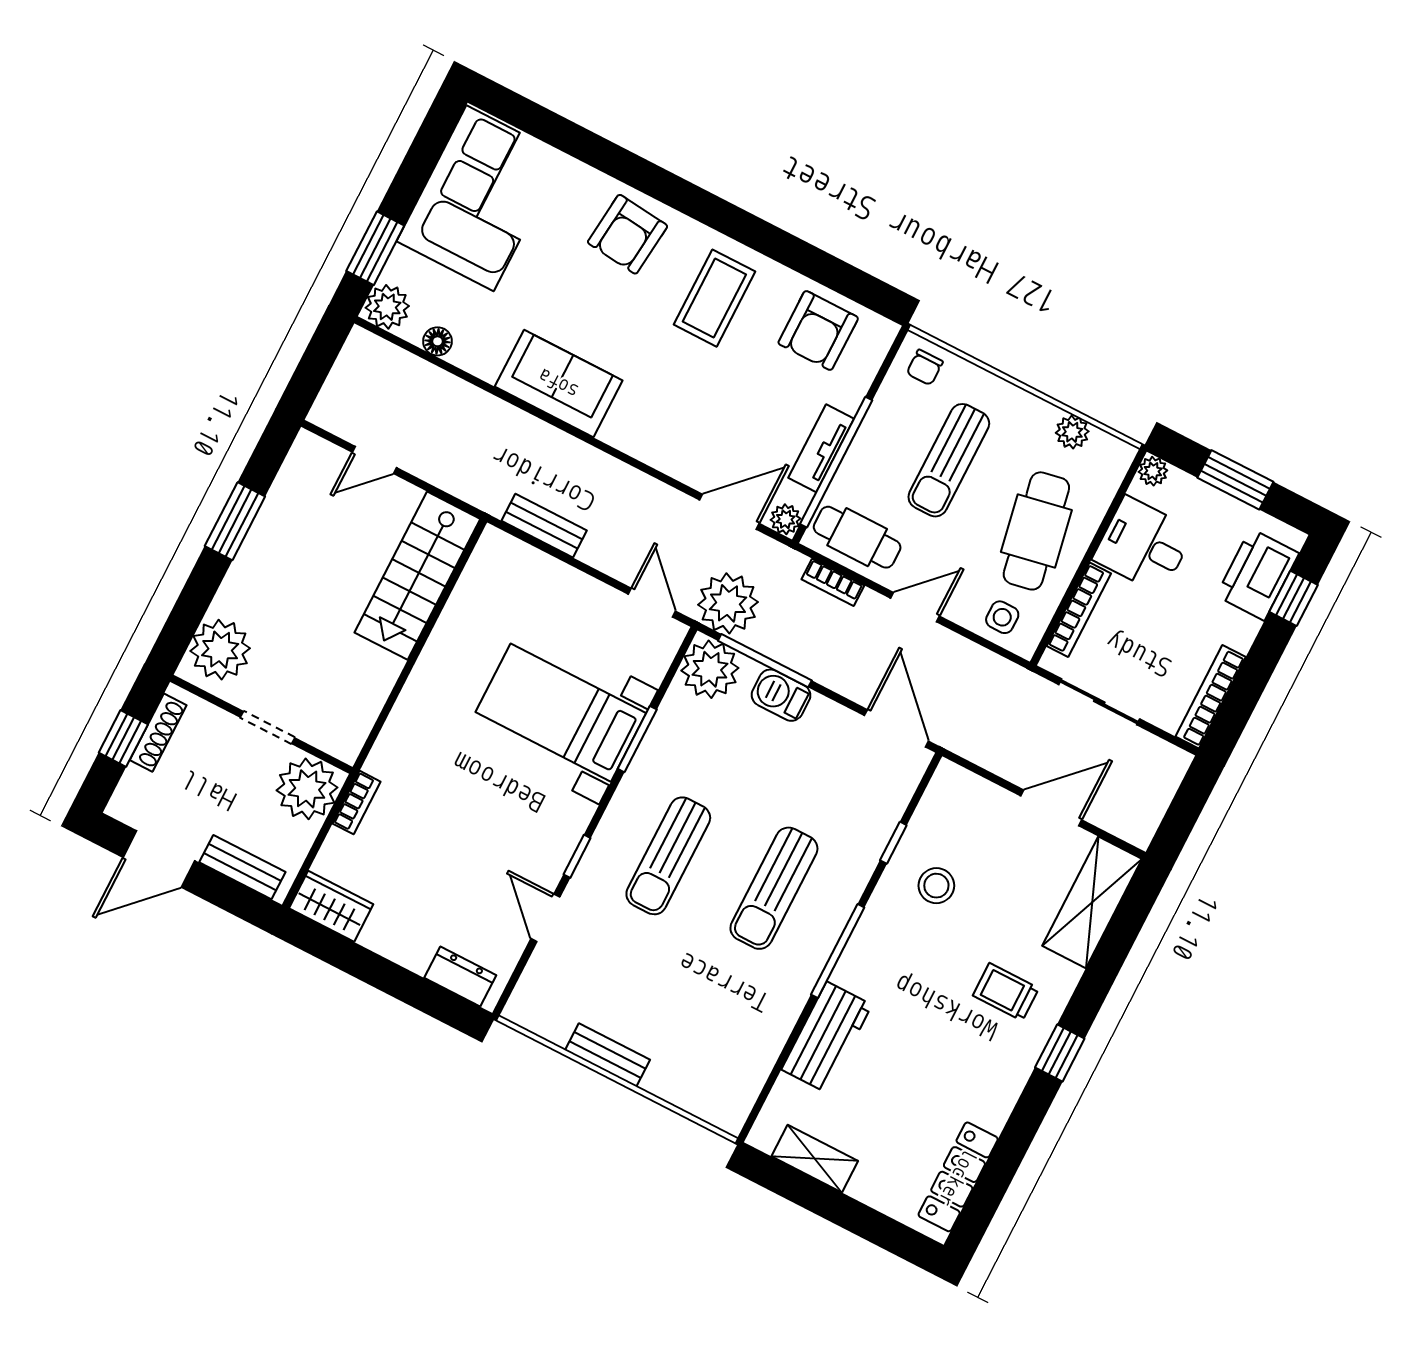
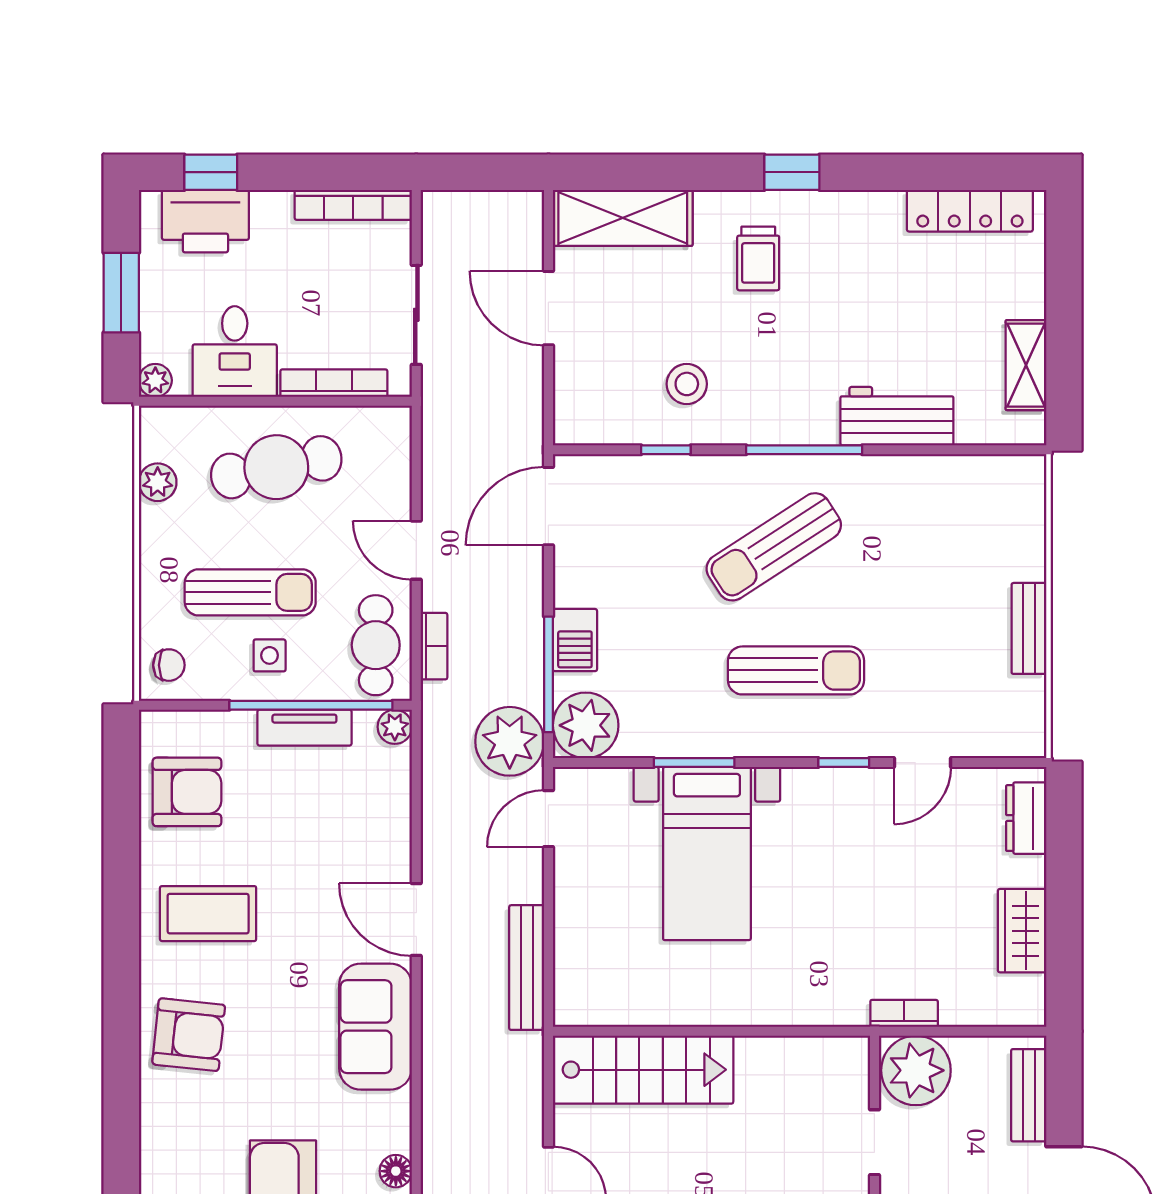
door: (729, 512) -> (416, 919), moved
bench: (544, 526) -> (527, 968), width x1.36
side table: (1002, 617) -> (270, 655), moved
sun lounger: (774, 888) -> (774, 547), turned 147
wardrobe: (331, 906) -> (1022, 931), moved

